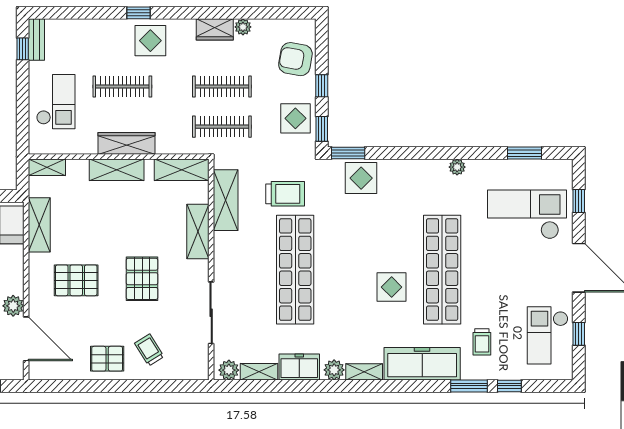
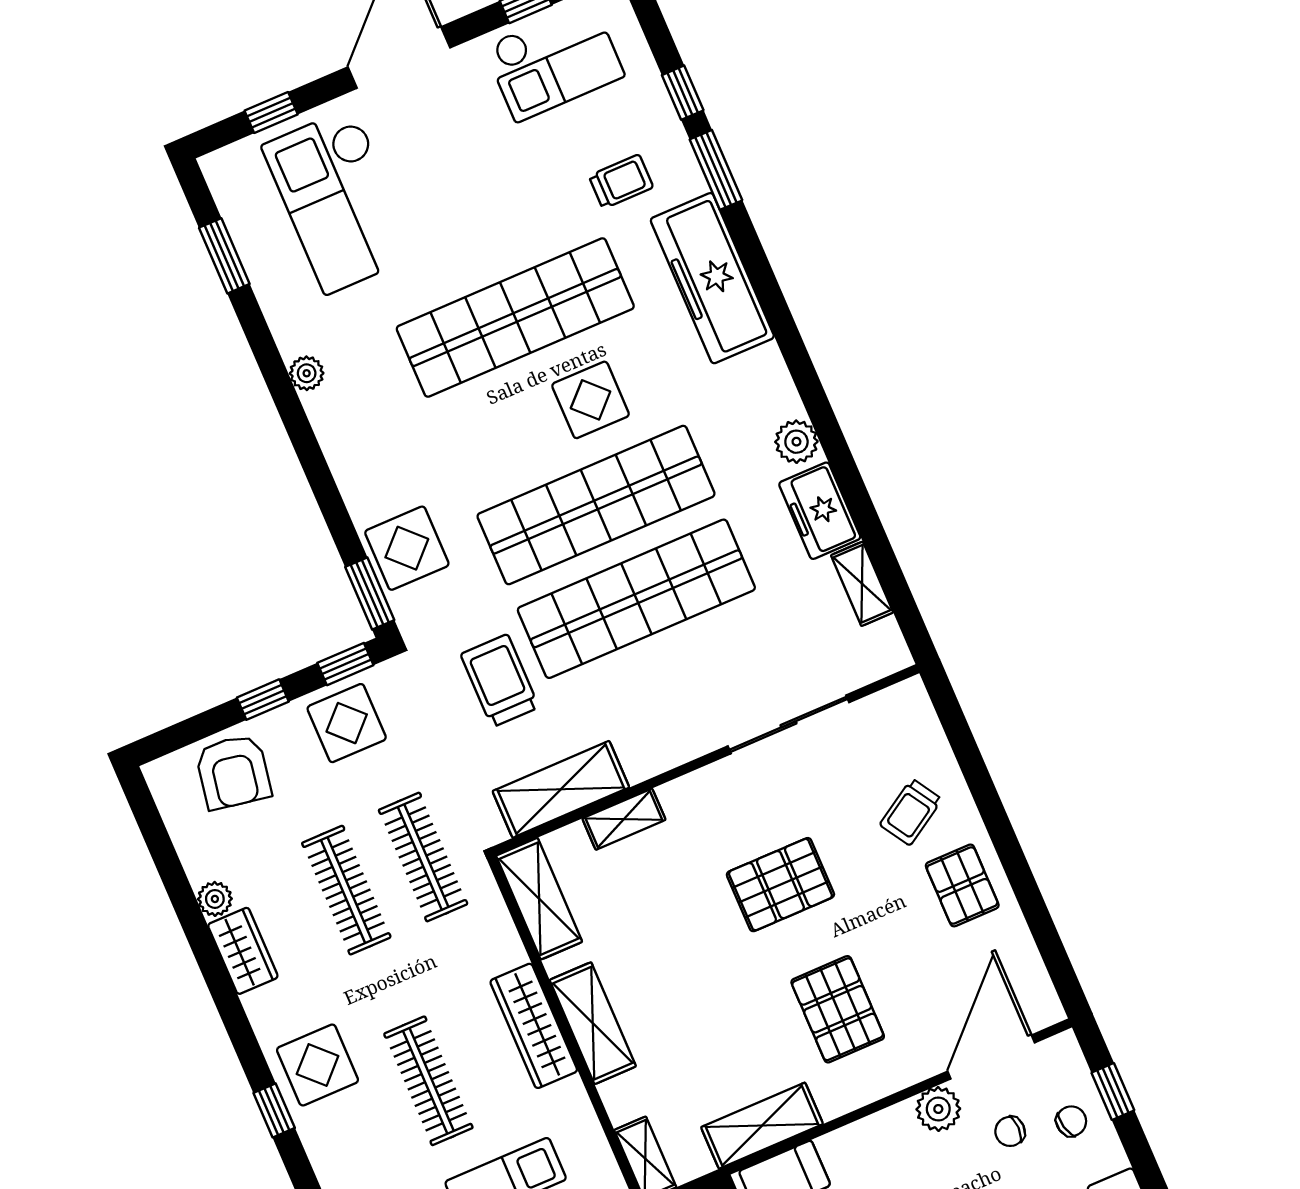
shelving: (198, 231) -> (624, 819), width x0.67, depth x0.75
shop shelf: (344, 270) -> (596, 505), added
plant: (229, 370) -> (884, 643), removed
shelving: (364, 372) -> (776, 382), removed

